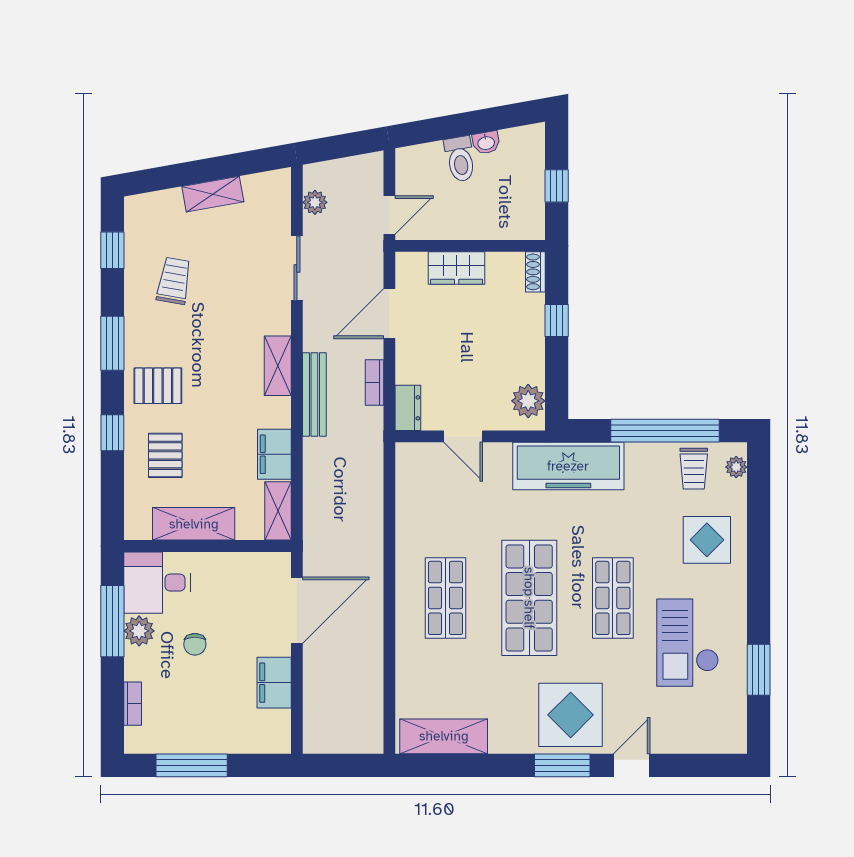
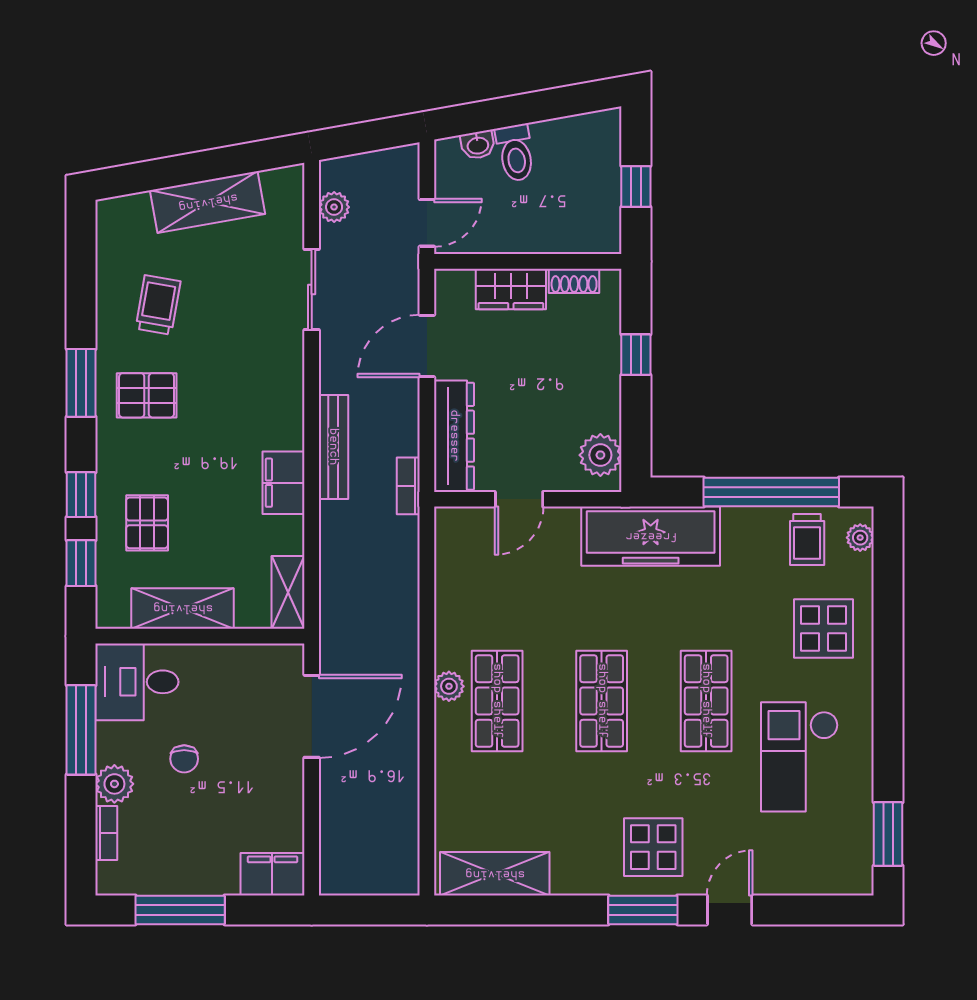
washbasin: (486, 143) -> (478, 145), moved
shelving: (213, 194) -> (208, 202), width x1.50, depth x1.33
window: (112, 250) -> (81, 563), moved
shoe rack: (535, 272) -> (574, 281), moved, turned -90
shelving: (278, 366) -> (288, 411), removed
bookcase: (374, 383) -> (408, 486), moved
pallet: (158, 386) -> (147, 395), moved
dresser: (408, 408) -> (454, 436), width x1.96, depth x1.24
door: (463, 436) -> (519, 499), hinge flipped
filing cabinet: (274, 454) -> (284, 483), moved
plant: (407, 586) -> (449, 686), added
shop shelf: (529, 598) -> (602, 701), width x0.70, depth x0.74
plant: (139, 631) -> (114, 784), moved
window: (759, 670) -> (888, 834), moved
filing cabinet: (274, 683) -> (272, 874), moved, turned 90
display table: (571, 715) -> (653, 847), width x0.73, depth x0.73

